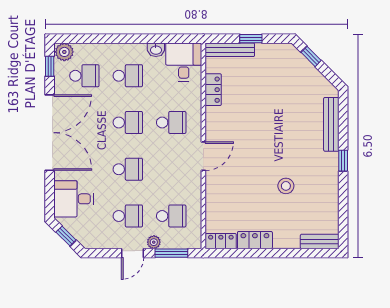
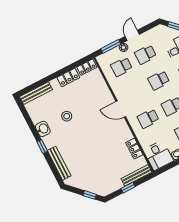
door: (203, 156) -> (121, 109), hinge flipped
washbasin: (329, 185) -> (43, 129), added
bench: (320, 242) -> (36, 93), width x1.36

